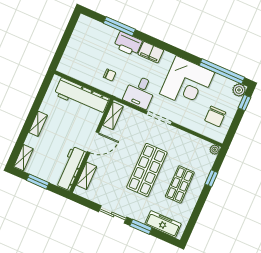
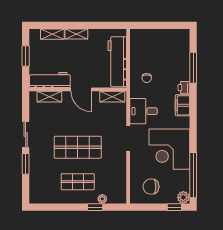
printer: (128, 44) -> (184, 88), width x0.53, depth x0.68
plant: (215, 150) -> (102, 199), moved
shelving: (23, 158) -> (52, 34), moved
freezer: (163, 224) -> (37, 182), removed

